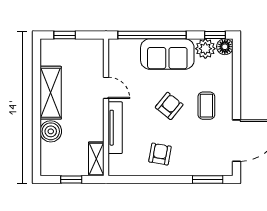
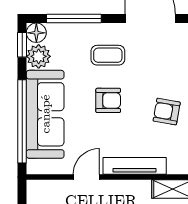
sofa: (167, 54) -> (45, 114), width x1.36
window: (237, 78) -> (74, 19), added
armchair: (169, 106) -> (108, 100), turned 141

